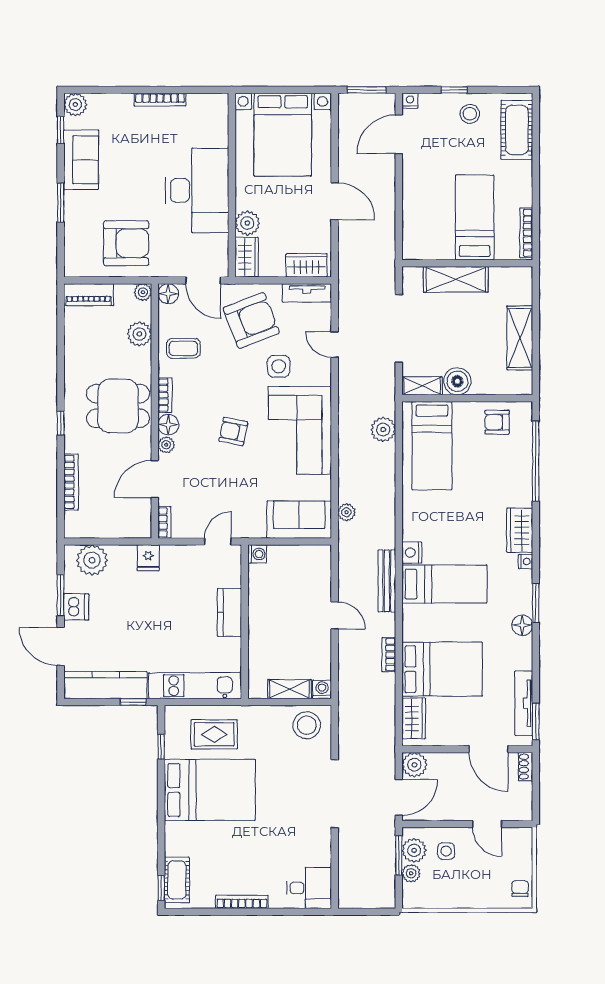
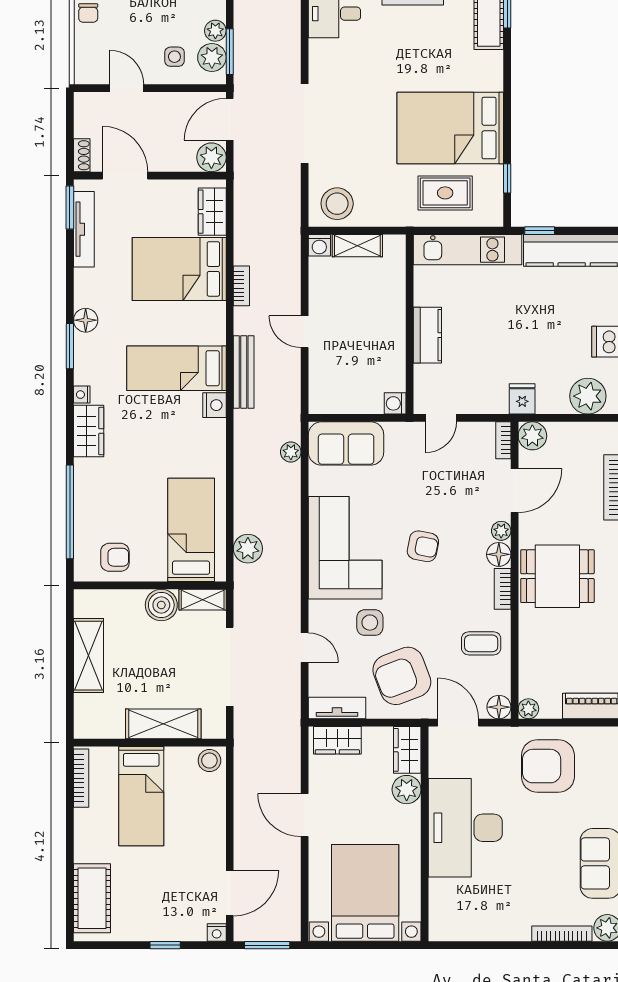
bookcase: (160, 100) -> (562, 934), moved
stool: (470, 114) -> (209, 761), moved
plant: (139, 334) -> (532, 436), moved

